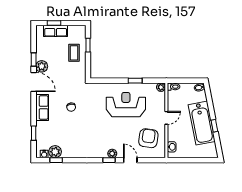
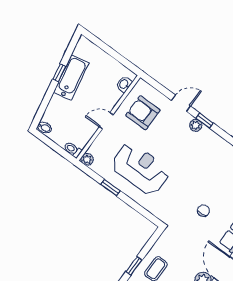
reception desk: (126, 105) -> (140, 169), turned 180
bathtub: (202, 123) -> (71, 78), width x0.73, depth x0.73
armchair: (148, 138) -> (143, 113), turned 82
door: (130, 160) -> (181, 103), swing flipped

